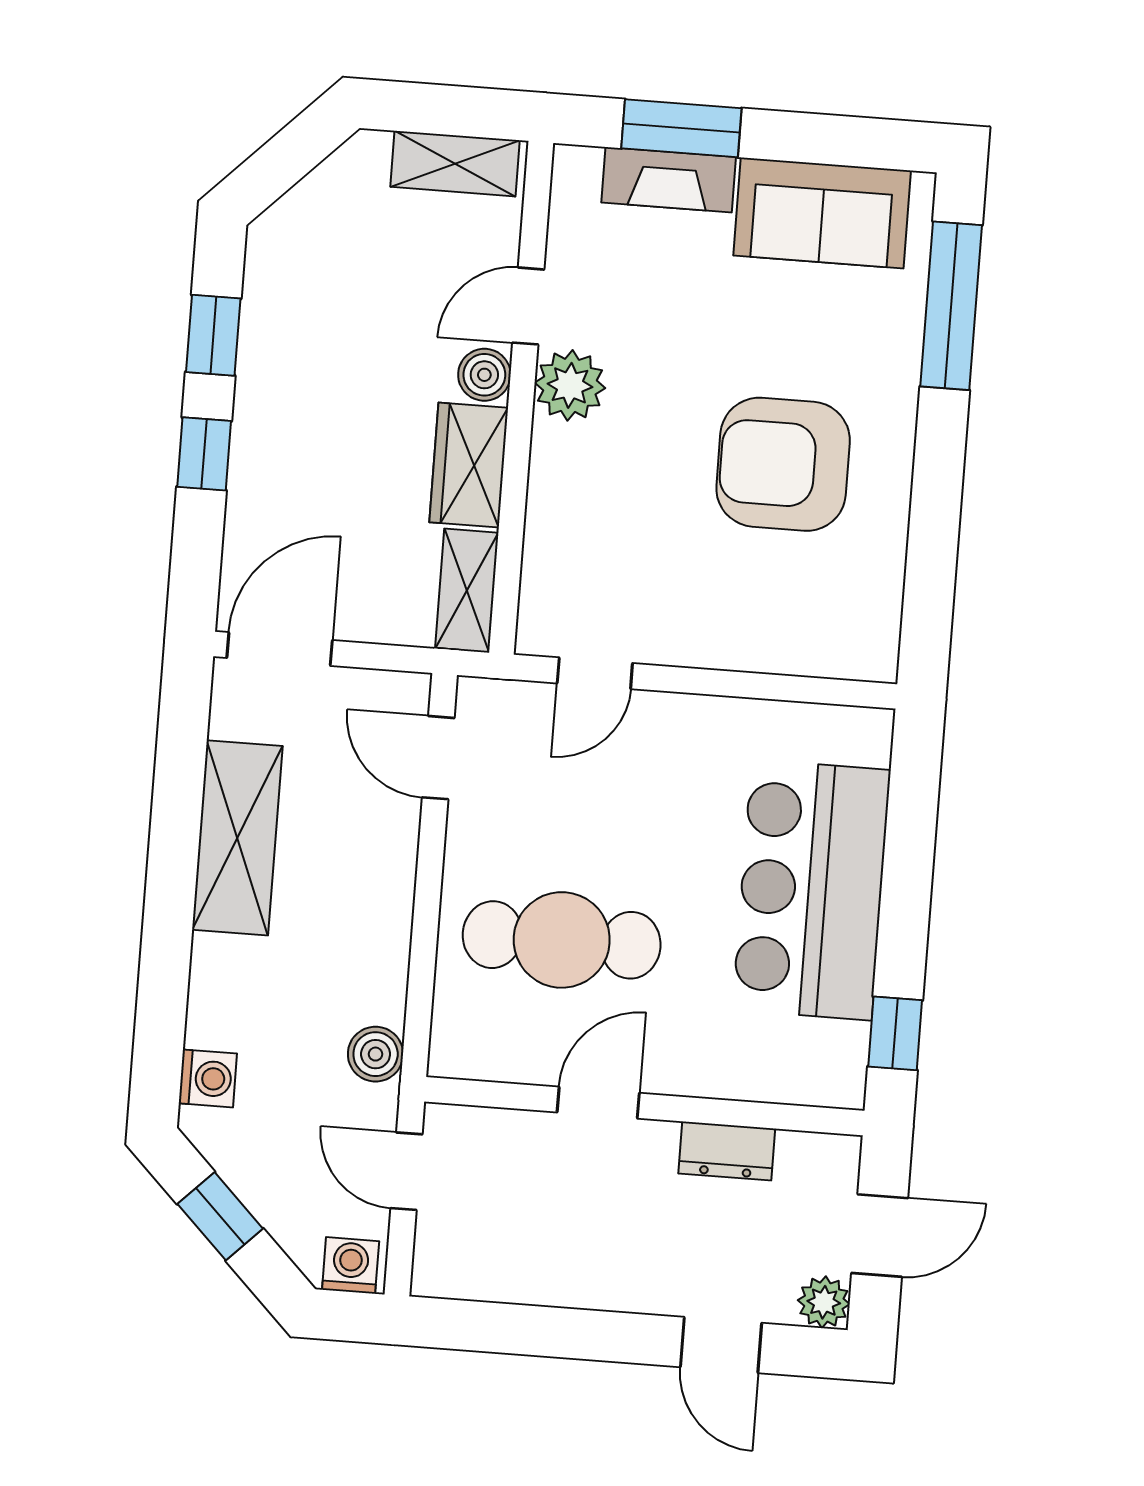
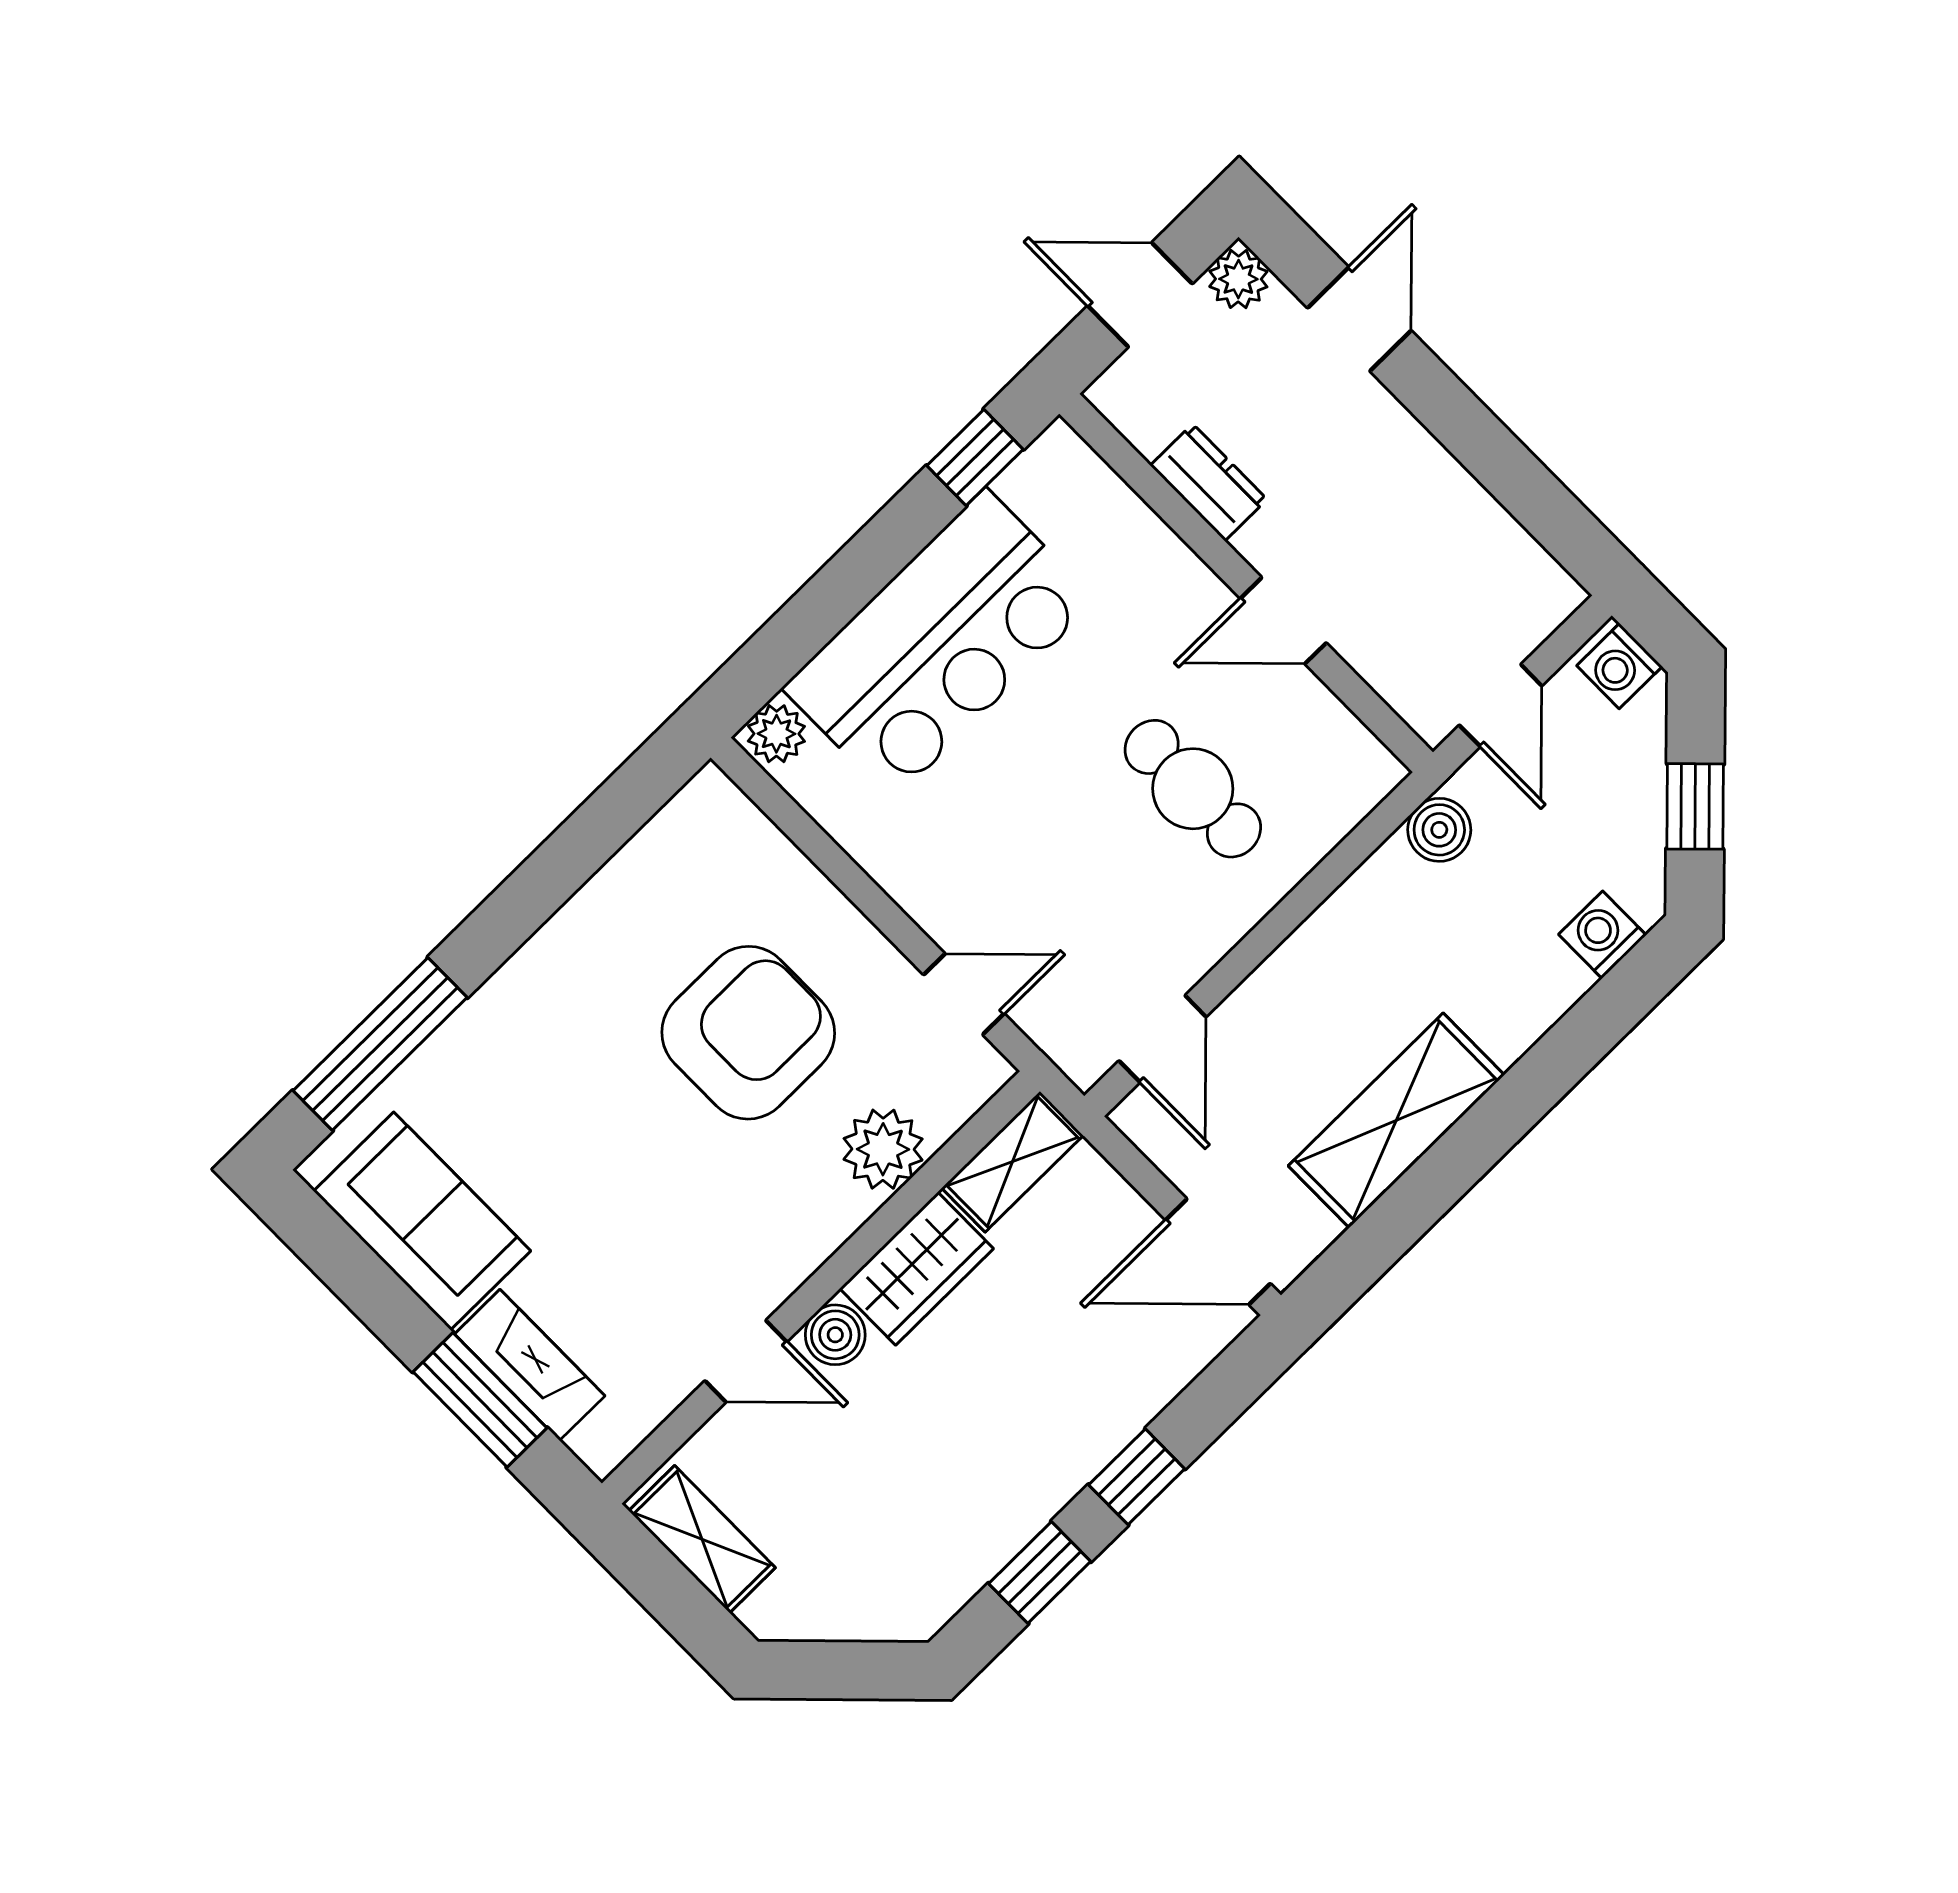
plant: (570, 385) -> (883, 1149), moved
armchair: (783, 464) -> (748, 1033), moved, turned -90
plant: (868, 737) -> (776, 734), added
cafe table: (562, 940) -> (1193, 789), width x0.73, depth x0.74

